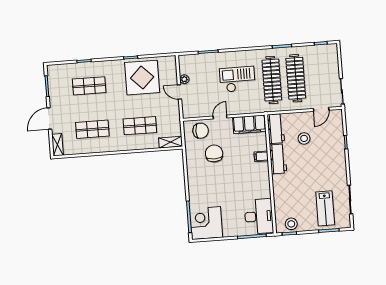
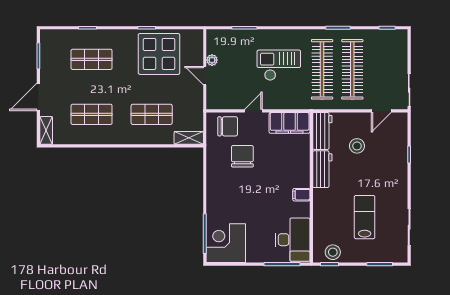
filing cabinet: (261, 156) -> (301, 195), moved
lab bench: (325, 208) -> (365, 217), moved, turned 180

